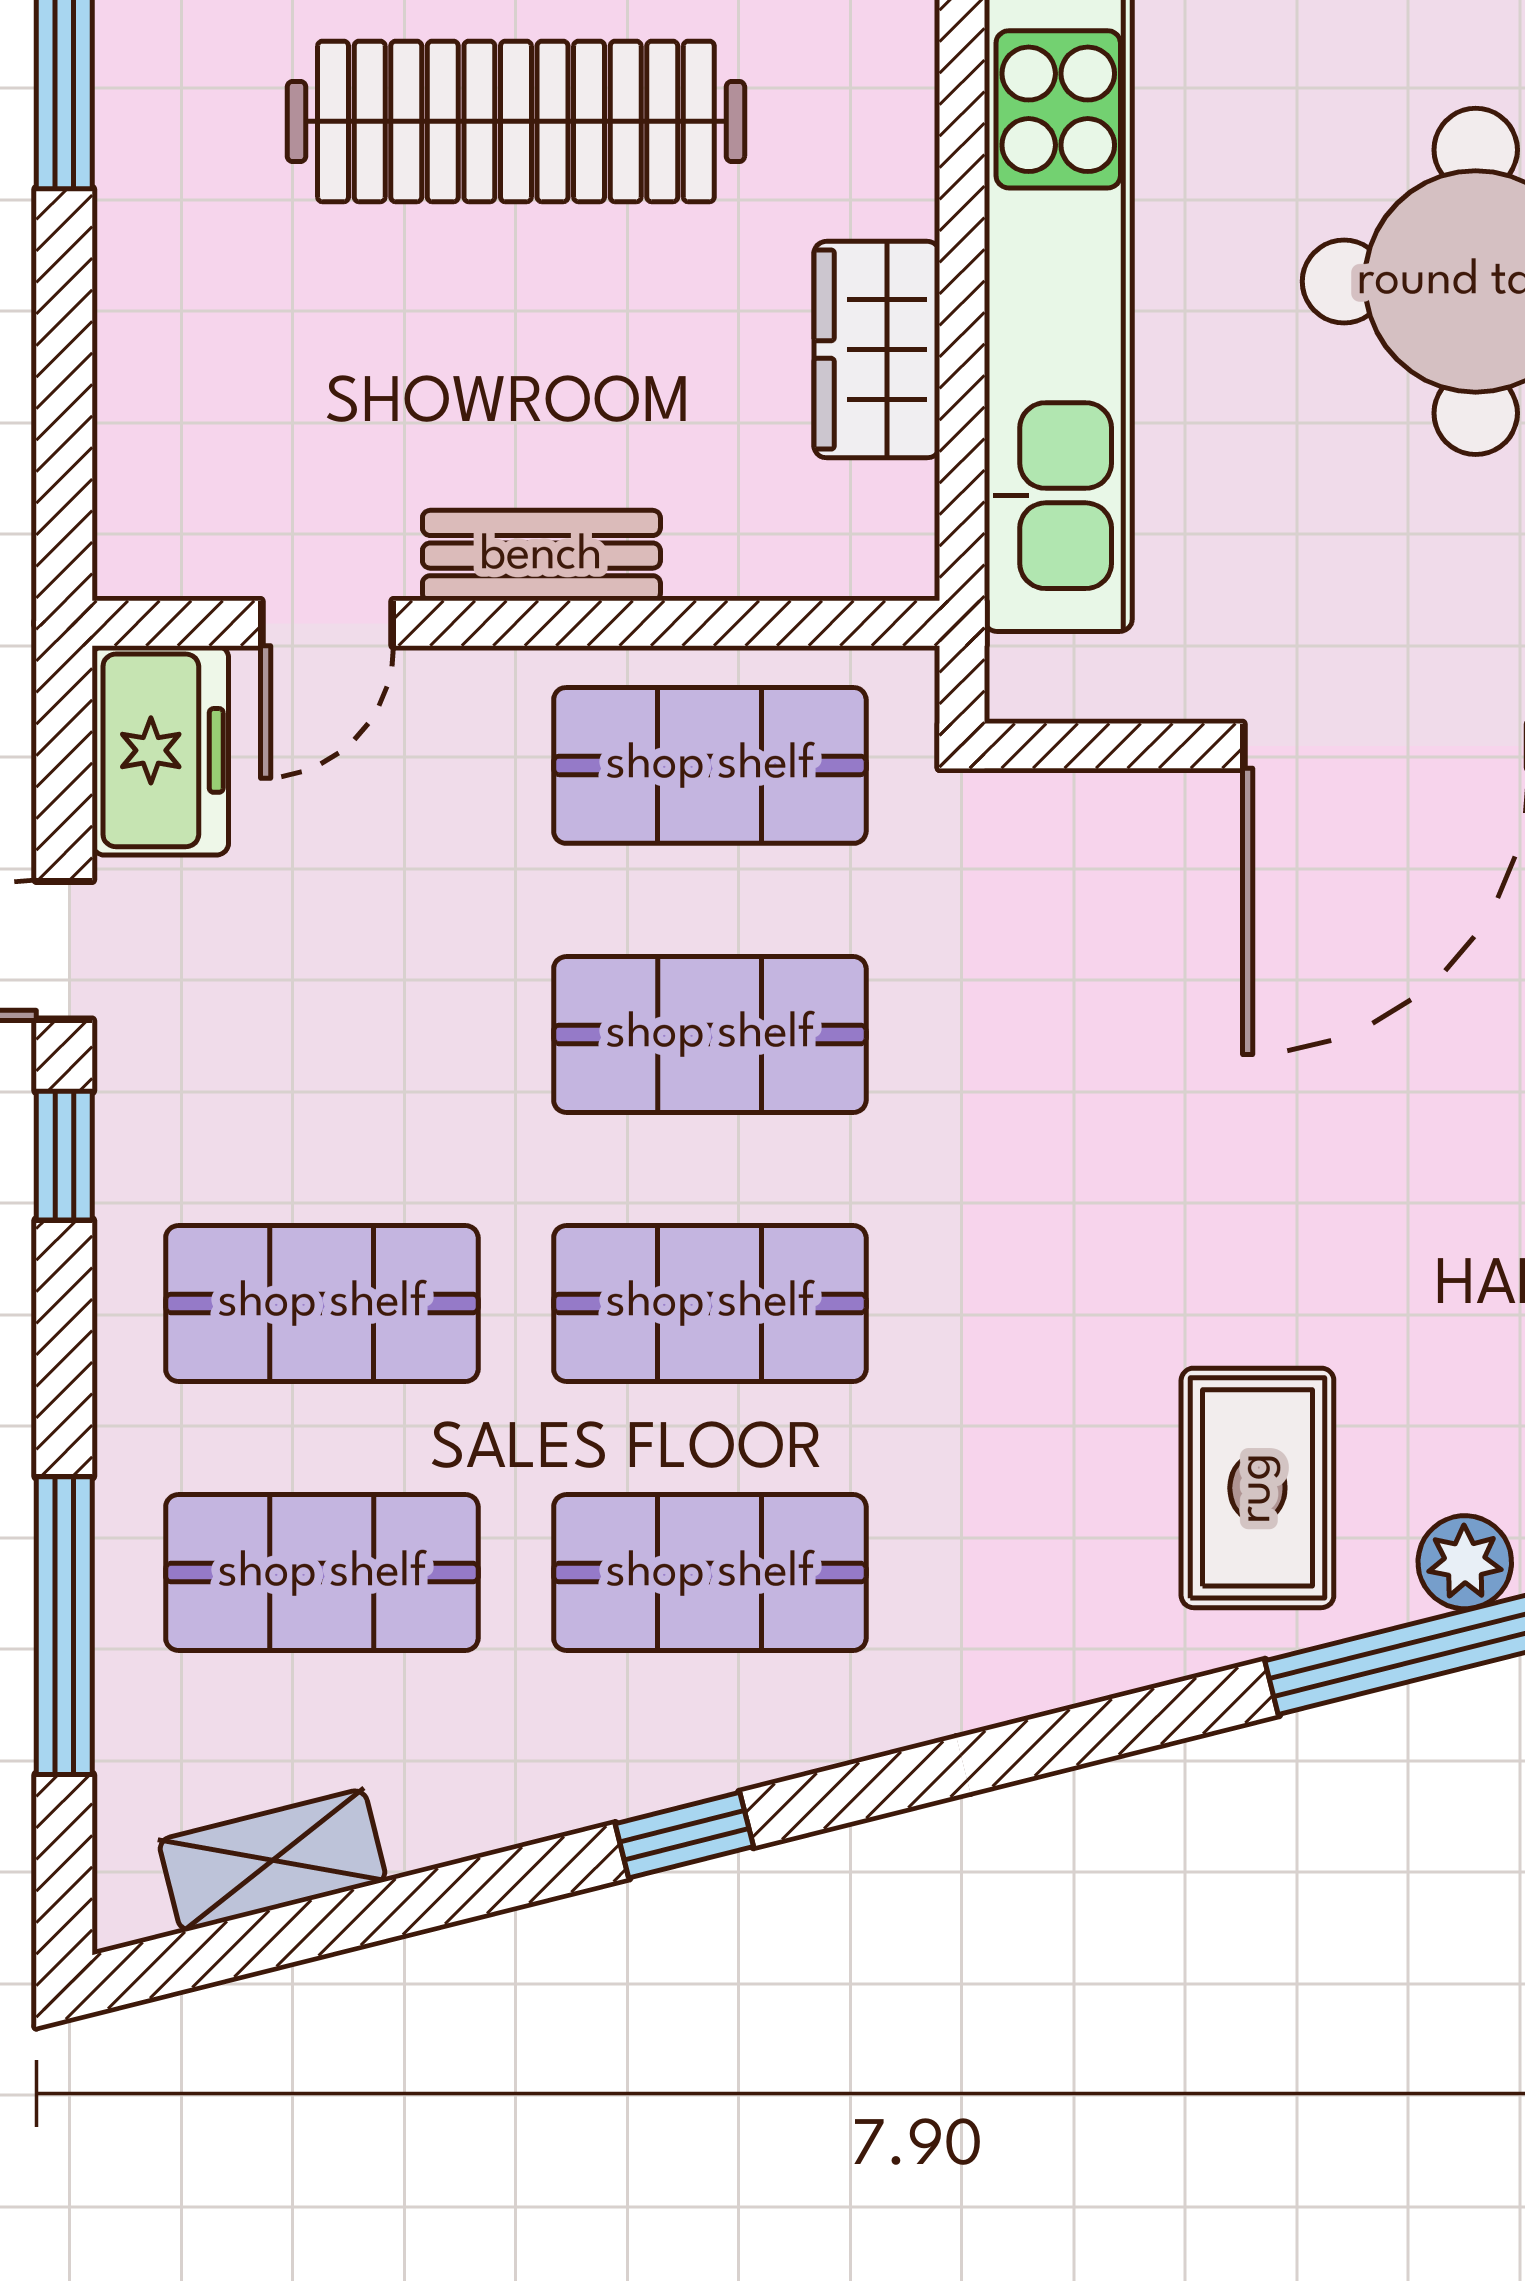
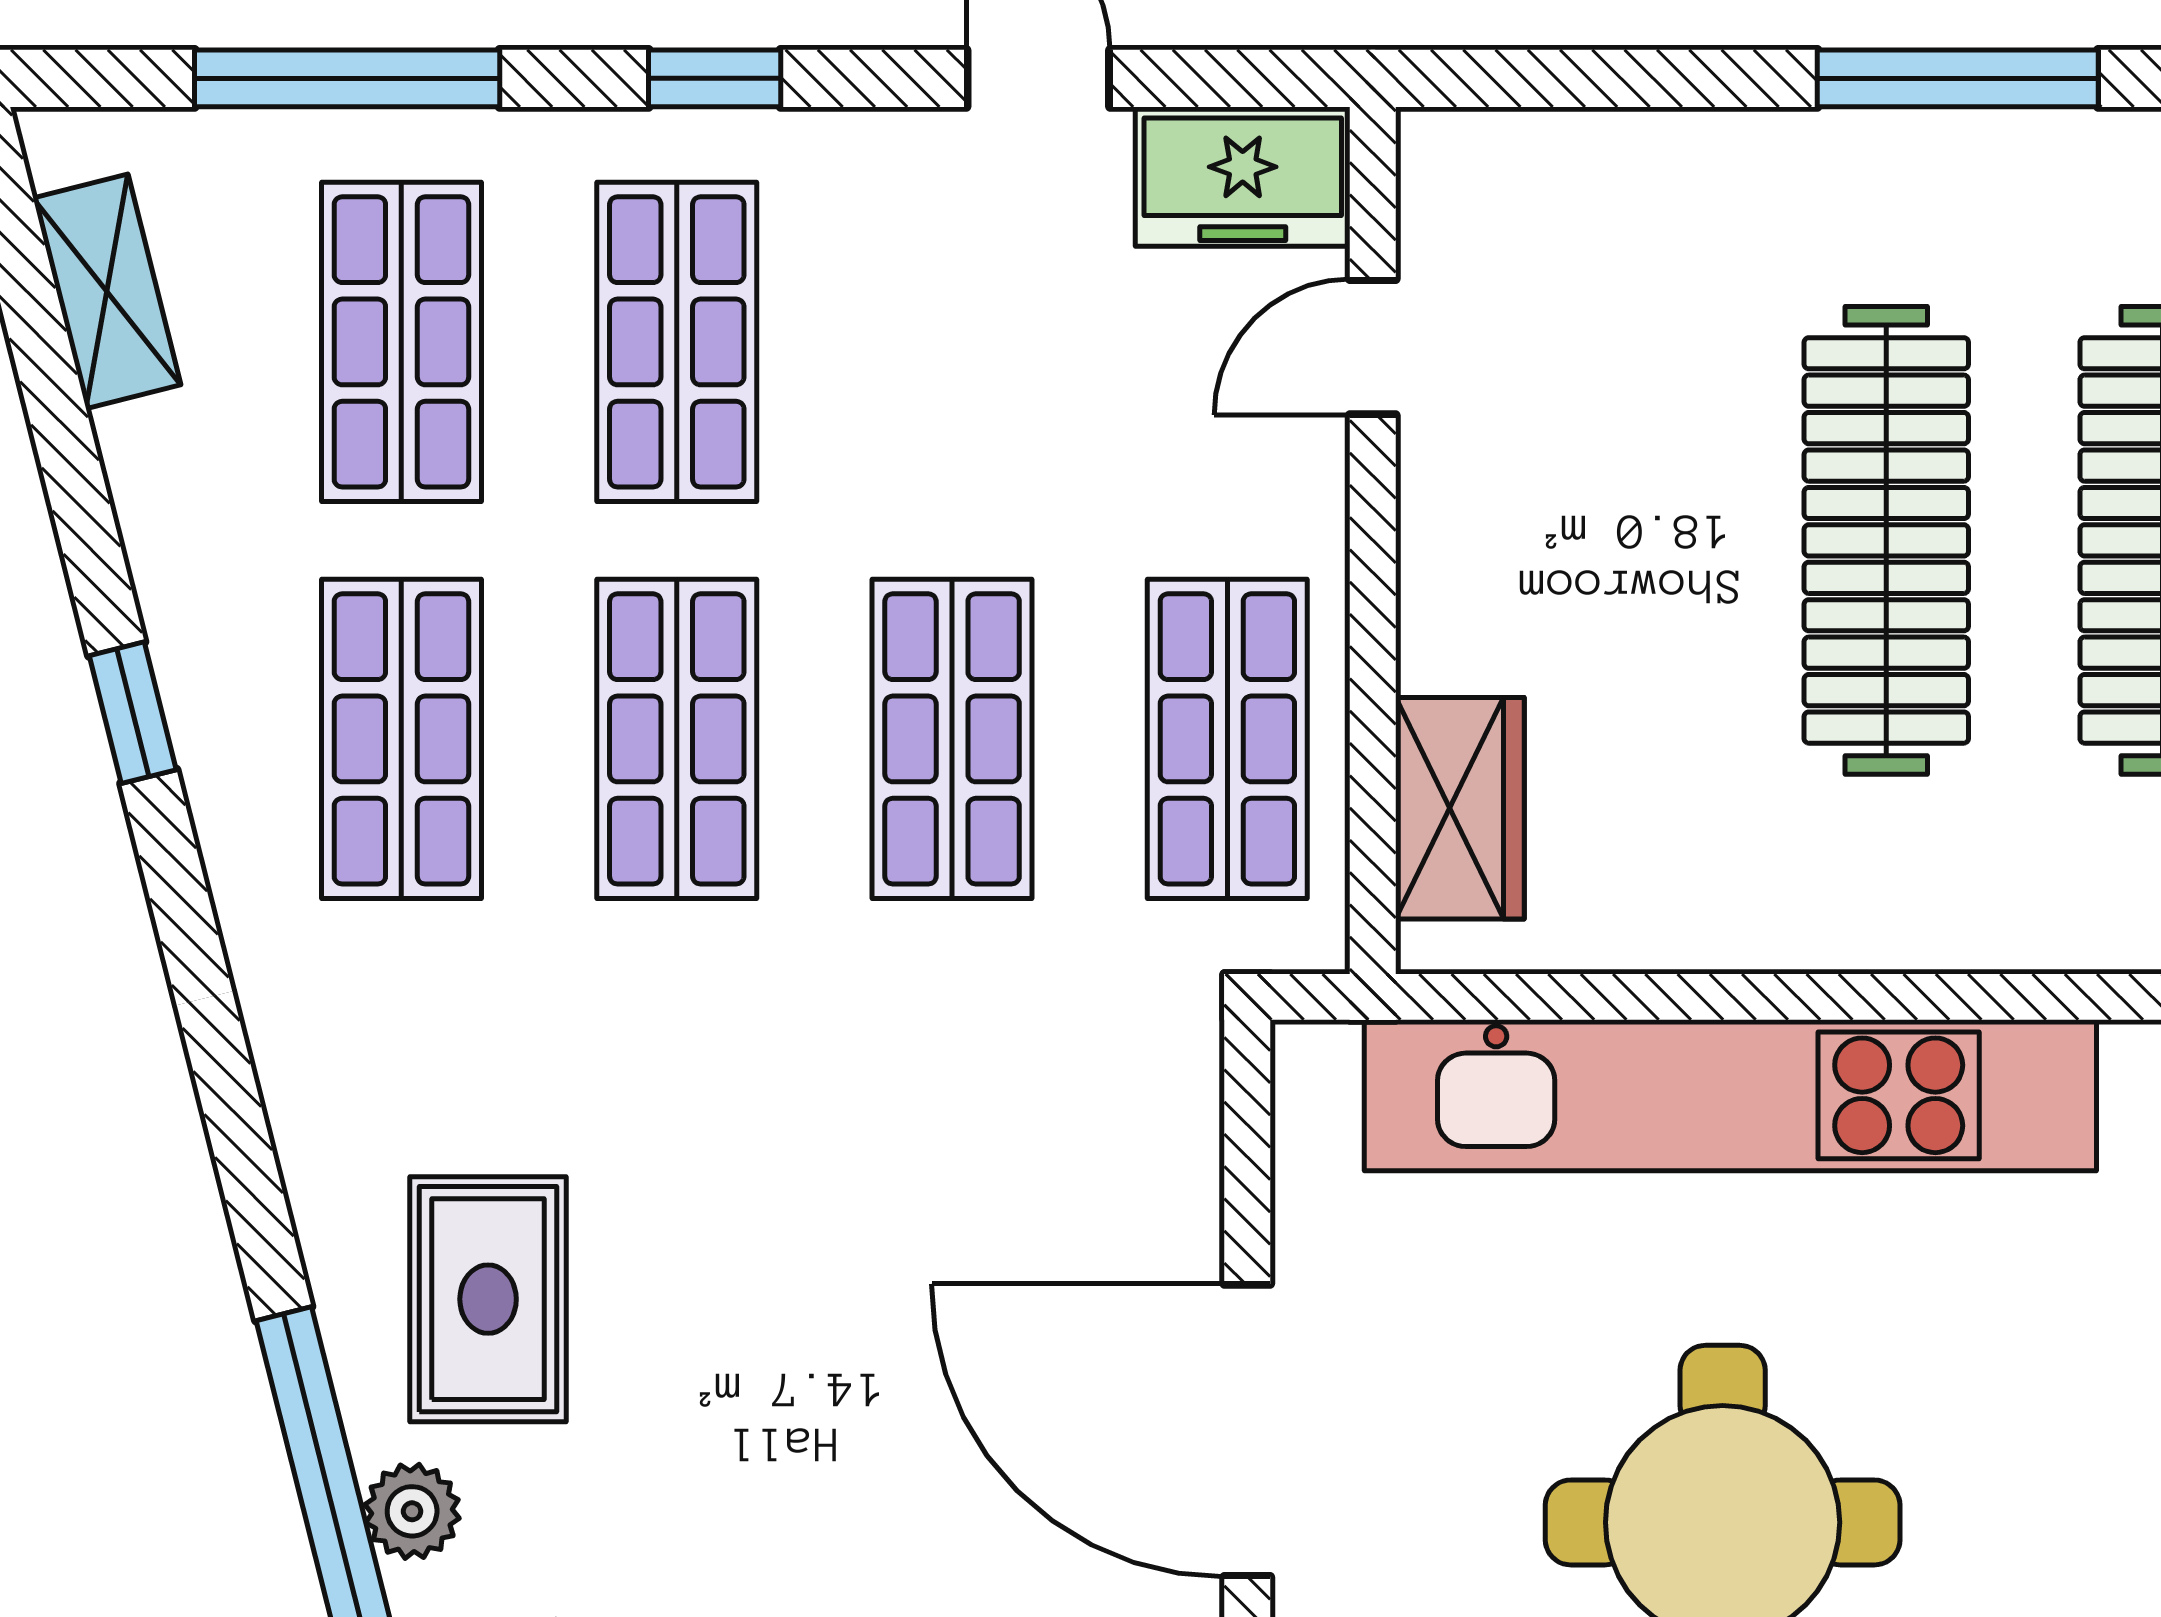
wardrobe: (877, 350) -> (1460, 808), moved, turned 90
bench: (541, 556) -> (1442, 567), removed
door: (327, 623) -> (1373, 347), hinge flipped
window: (64, 1156) -> (715, 78), moved
rug: (1257, 1488) -> (488, 1299), turned 90

